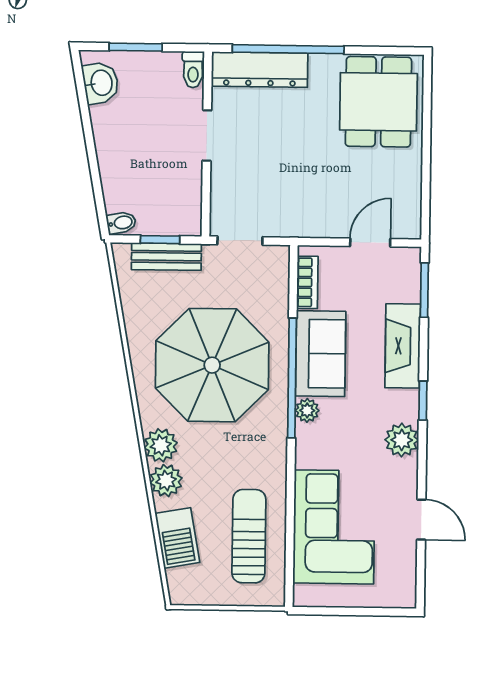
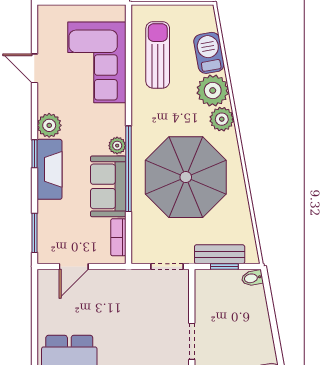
fireplace: (403, 346) -> (49, 169), moved
plant: (166, 481) -> (213, 90), width x1.36, depth x1.36
sun lounger: (249, 536) -> (158, 55), turned 180

